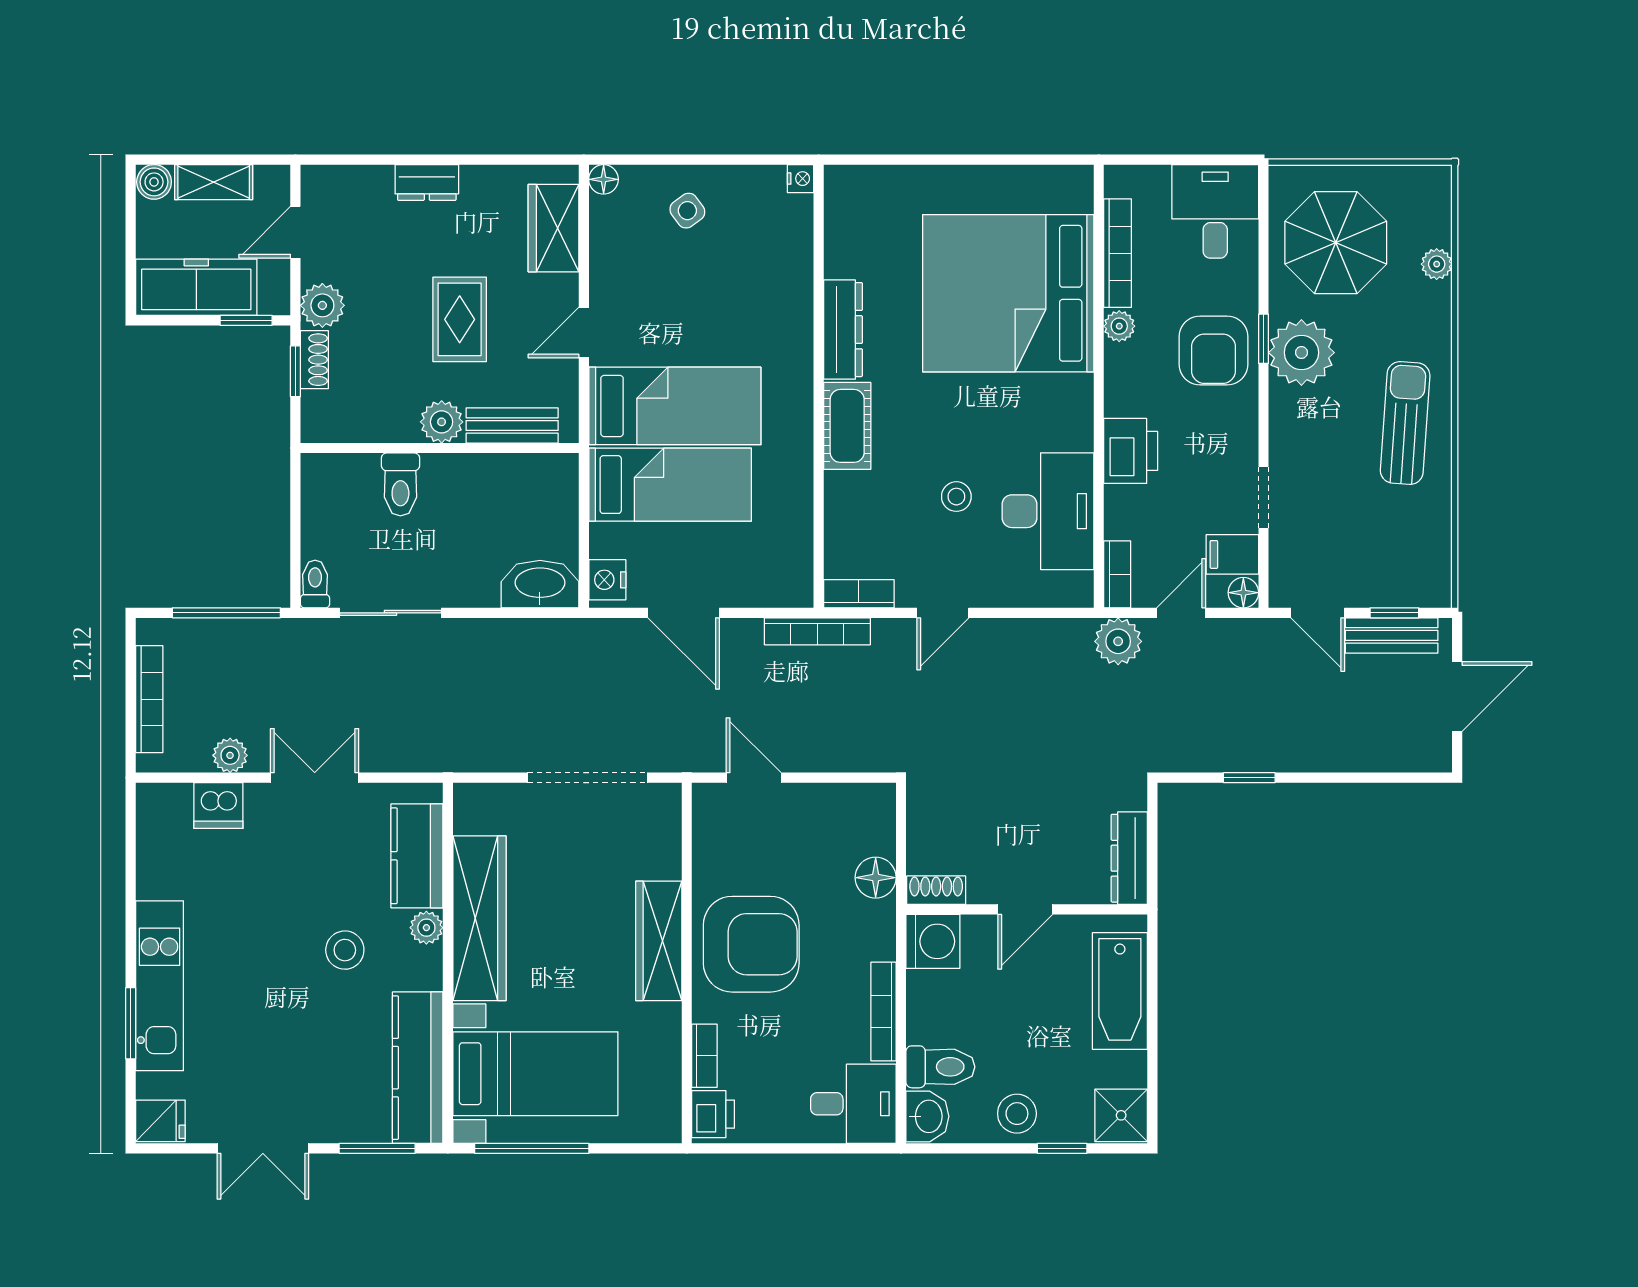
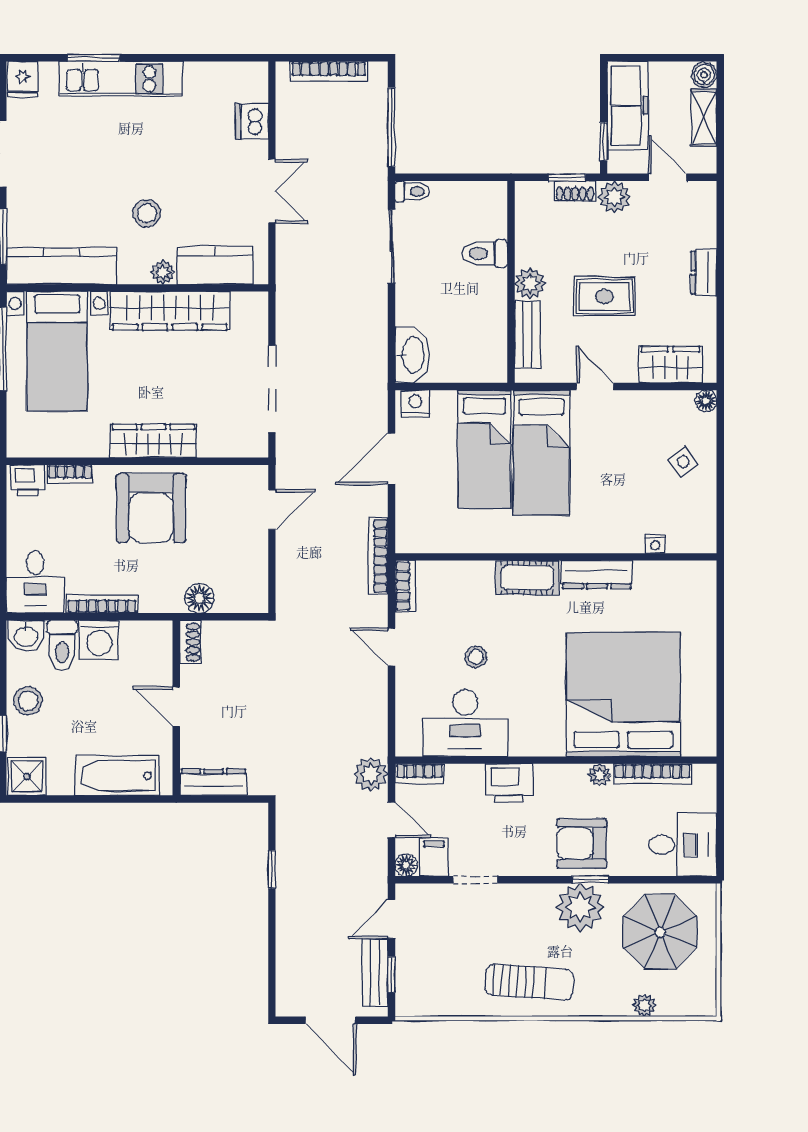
nightstand: (800, 179) -> (655, 544), moved
plant: (230, 755) -> (288, 130), removed
washing machine: (933, 941) -> (99, 640), moved

